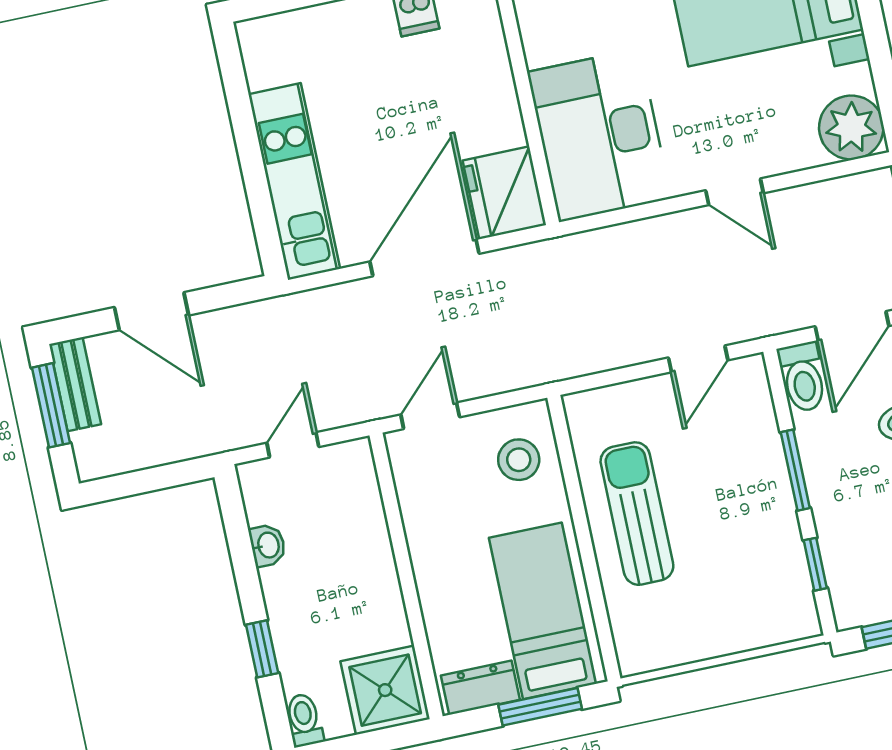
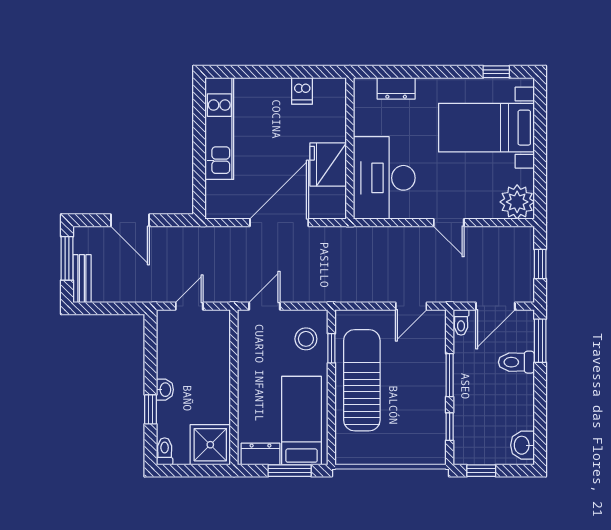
kitchen unit: (294, 181) -> (219, 129), moved
fridge: (504, 193) -> (328, 164), moved
toilet: (803, 377) -> (461, 322), width x0.73, depth x0.72
bench: (75, 384) -> (82, 279), moved
window: (569, 467) -> (331, 348), added
sun lounger: (637, 514) -> (362, 380), width x1.36, depth x1.34
washbasin: (268, 545) -> (165, 390), moved

